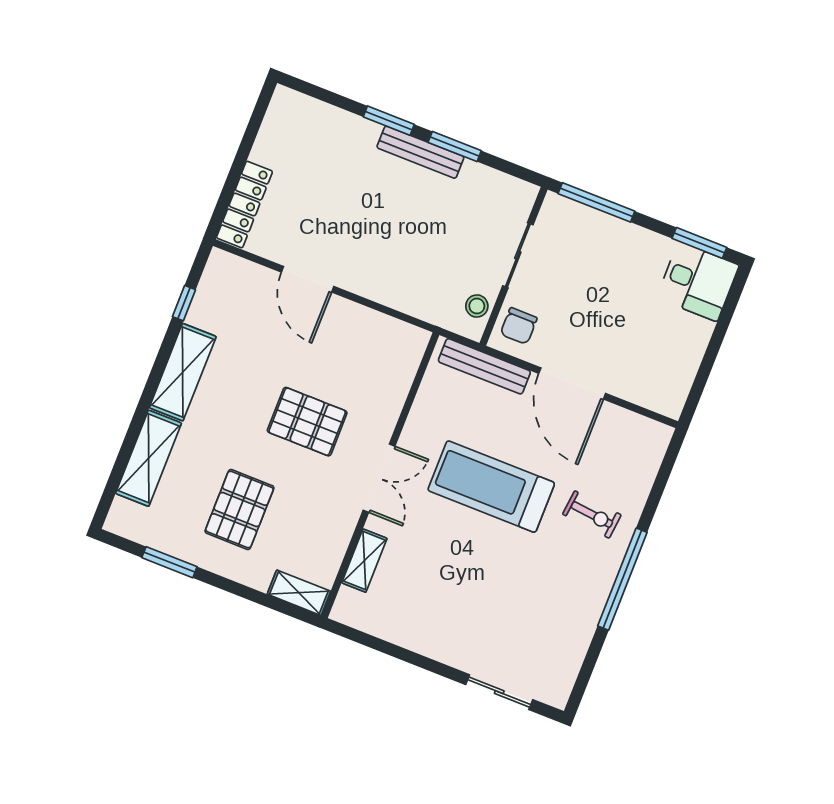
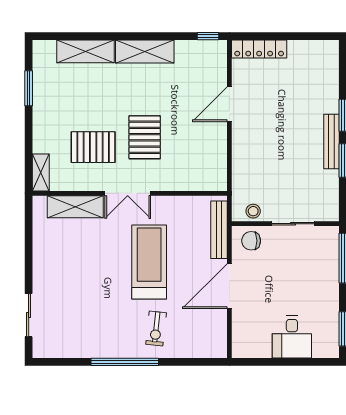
desk: (698, 282) -> (292, 337), moved
window: (184, 303) -> (208, 36), moved
pallet: (239, 509) -> (93, 147), moved
shelving: (364, 561) -> (75, 207), width x1.50, depth x1.33

